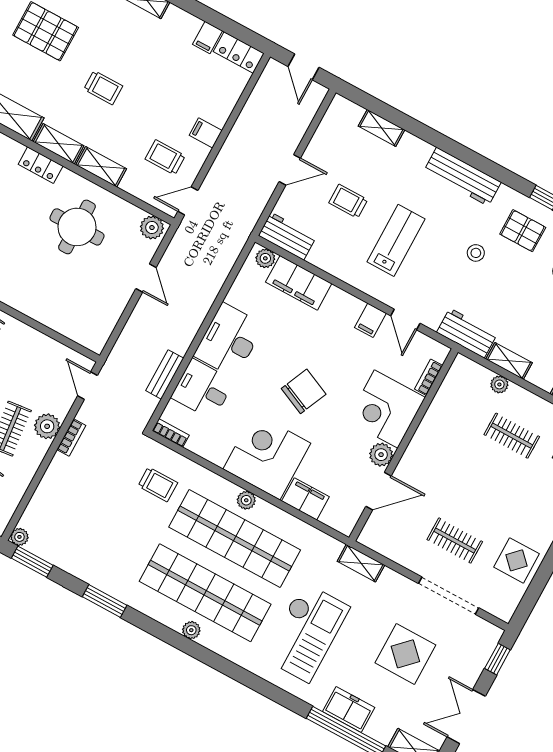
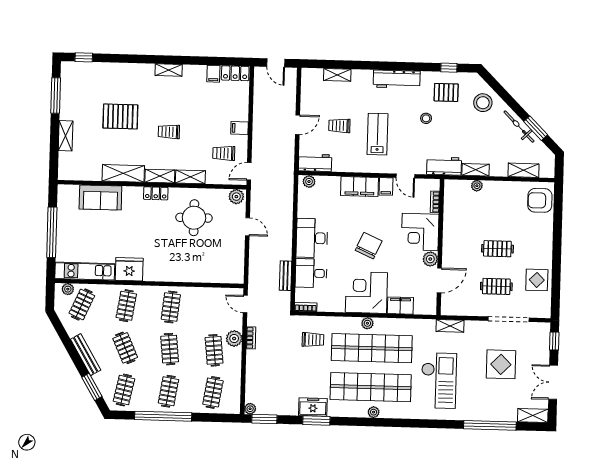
trolley: (103, 88) -> (169, 132), turned 180
filing cabinet: (299, 283) -> (359, 187), moved
clothes rail: (512, 436) -> (497, 249), moved
freezer: (349, 709) -> (313, 407), moved

